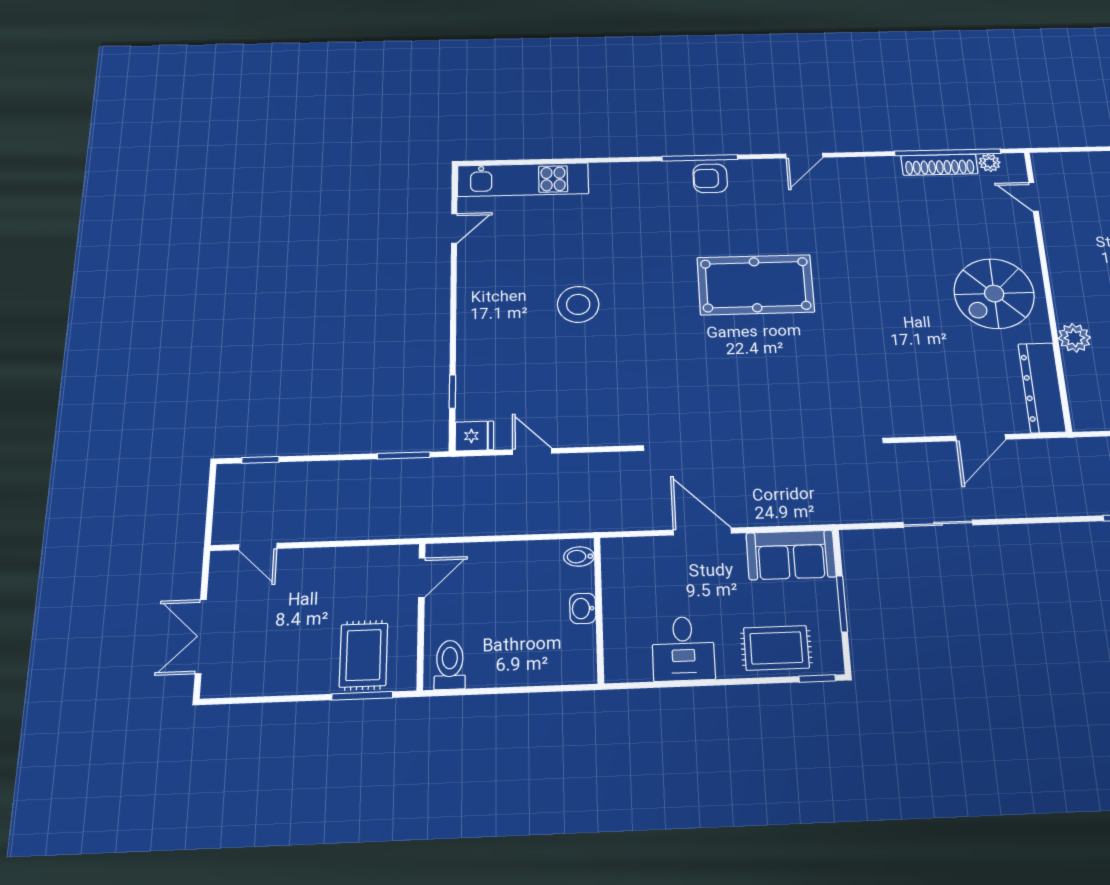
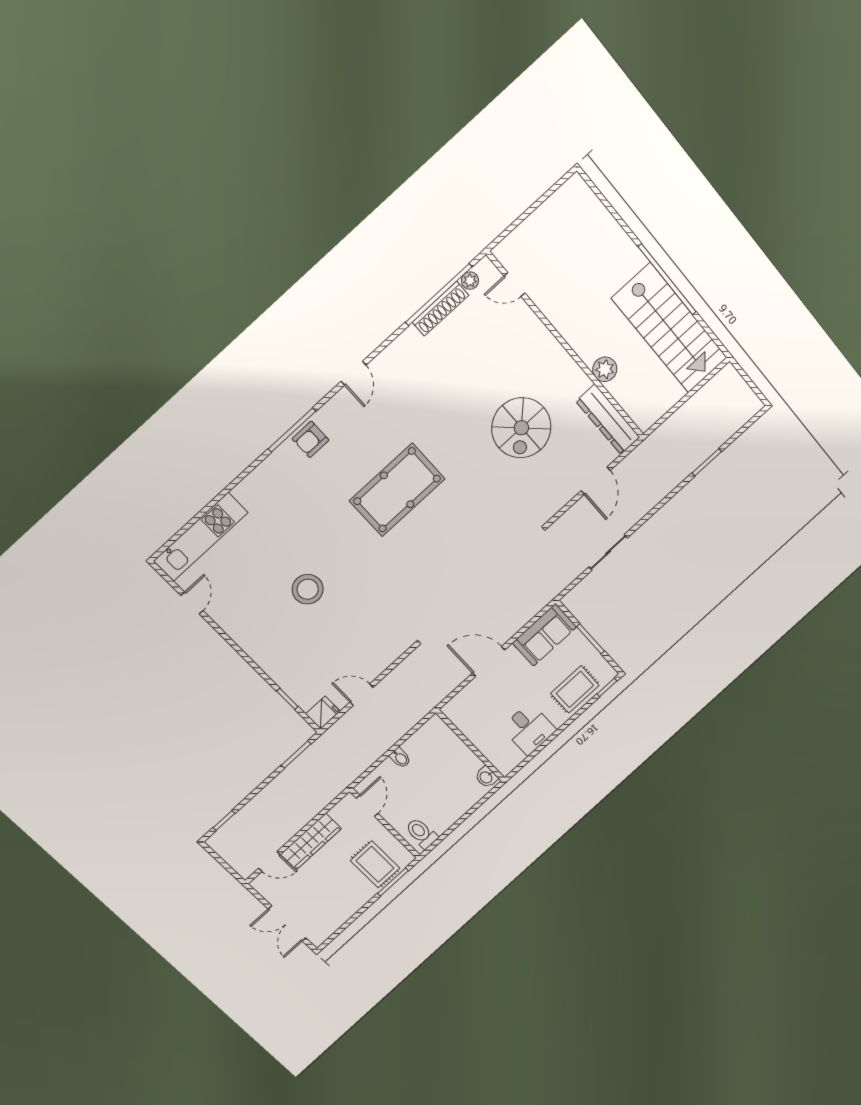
spiral stairs: (994, 294) -> (521, 428), moved
bidet: (579, 557) -> (400, 758), moved, turned -90
wardrobe: (323, 564) -> (311, 841), added
washbasin: (583, 608) -> (486, 777), moved

